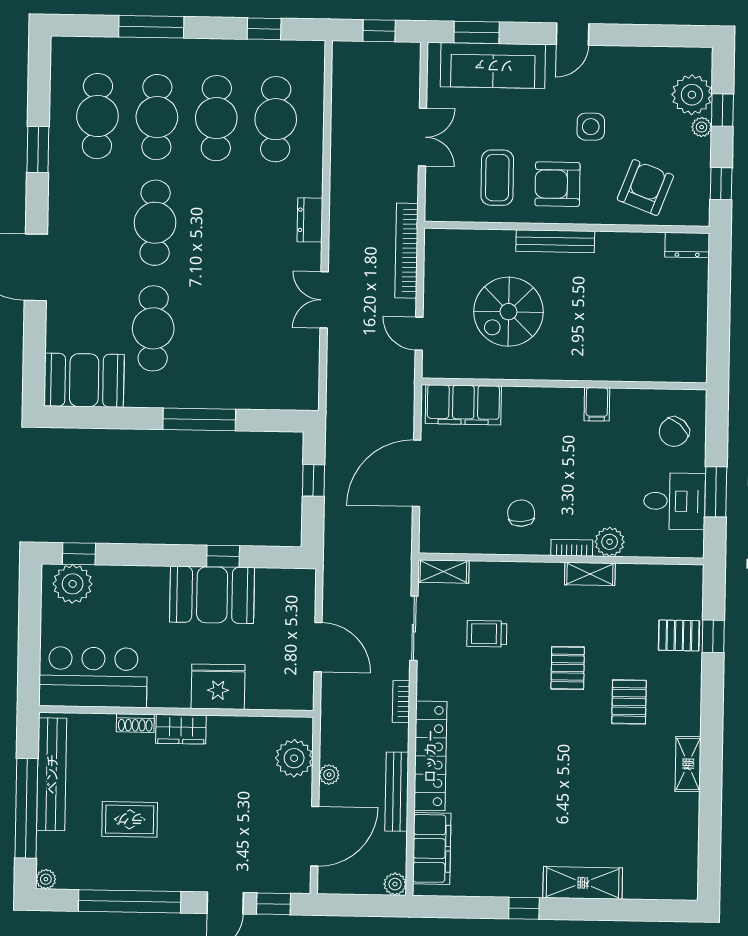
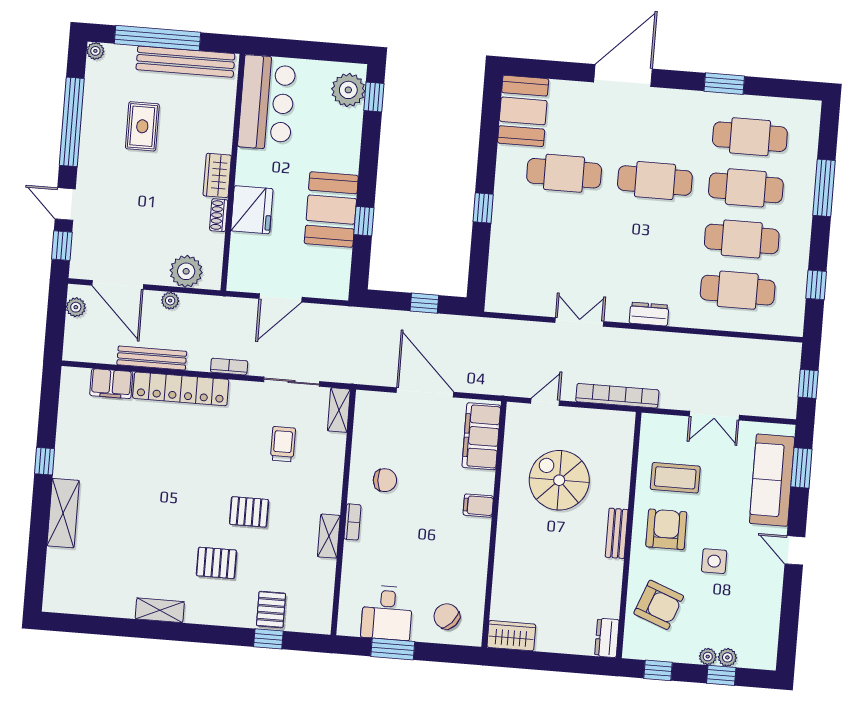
plant: (692, 95) -> (727, 657), width x0.53, depth x0.53
bench: (555, 241) -> (617, 533), width x0.73
wardrobe: (692, 356) -> (511, 636), added
filing cabinet: (597, 404) -> (478, 506), moved
window: (199, 419) -> (483, 208), width x0.46
plant: (610, 542) -> (355, 555), removed
shoe rack: (135, 723) -> (219, 215), moved
filing cabinet: (432, 849) -> (111, 384), width x0.67, depth x0.86
plant: (395, 884) -> (76, 307), moved

